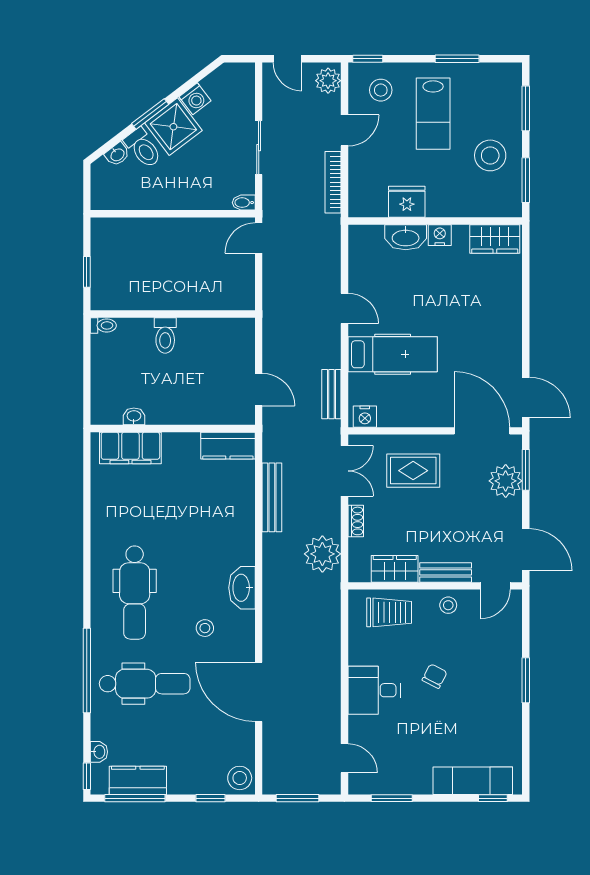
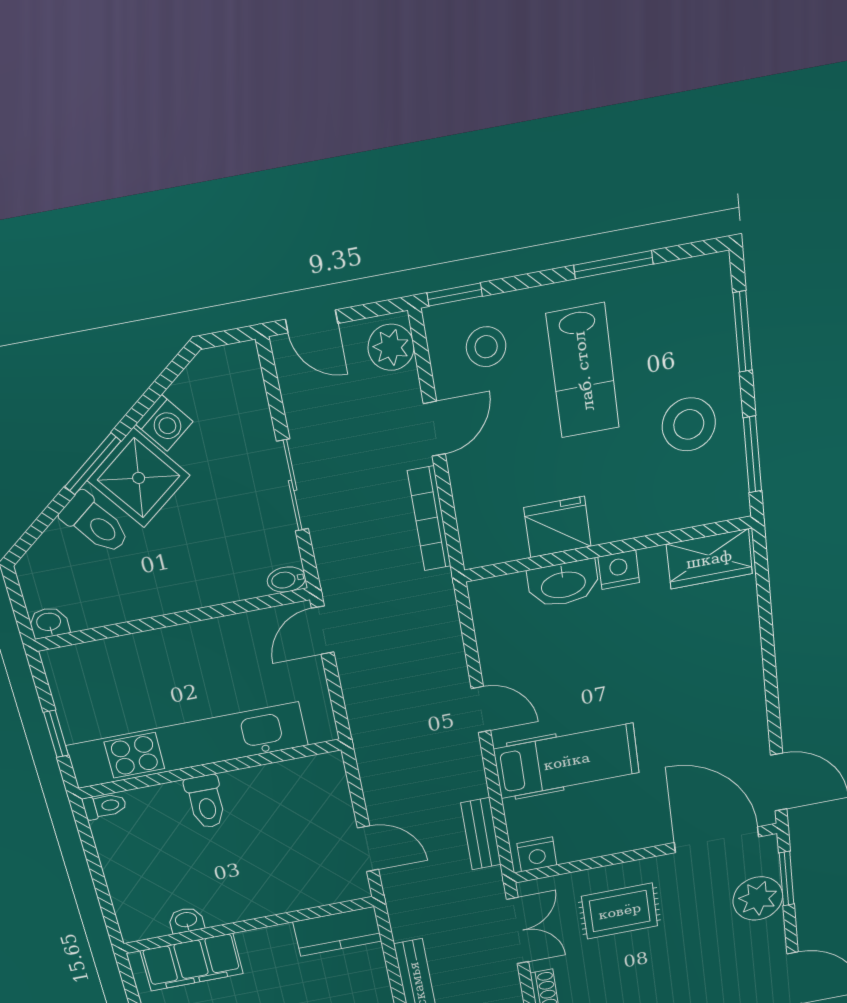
washbasin: (117, 154) -> (49, 623), moved, turned -143
kitchen unit: (163, 295) -> (188, 745), added

